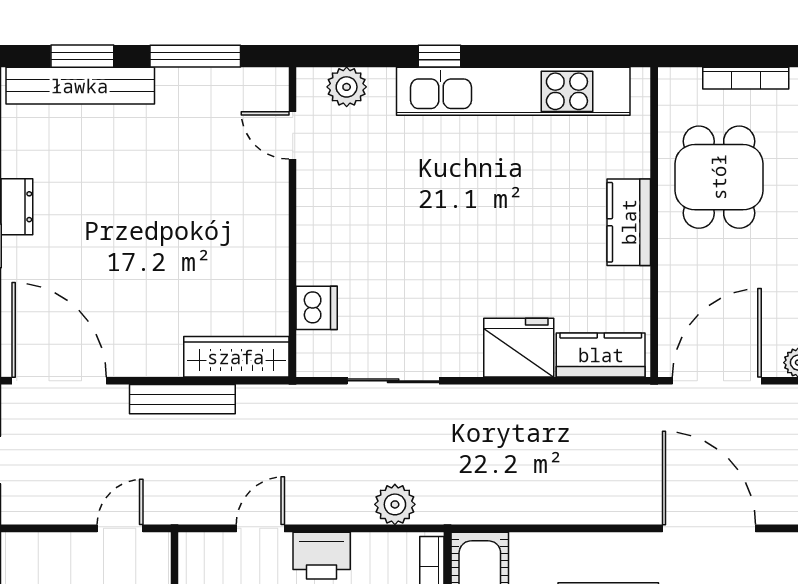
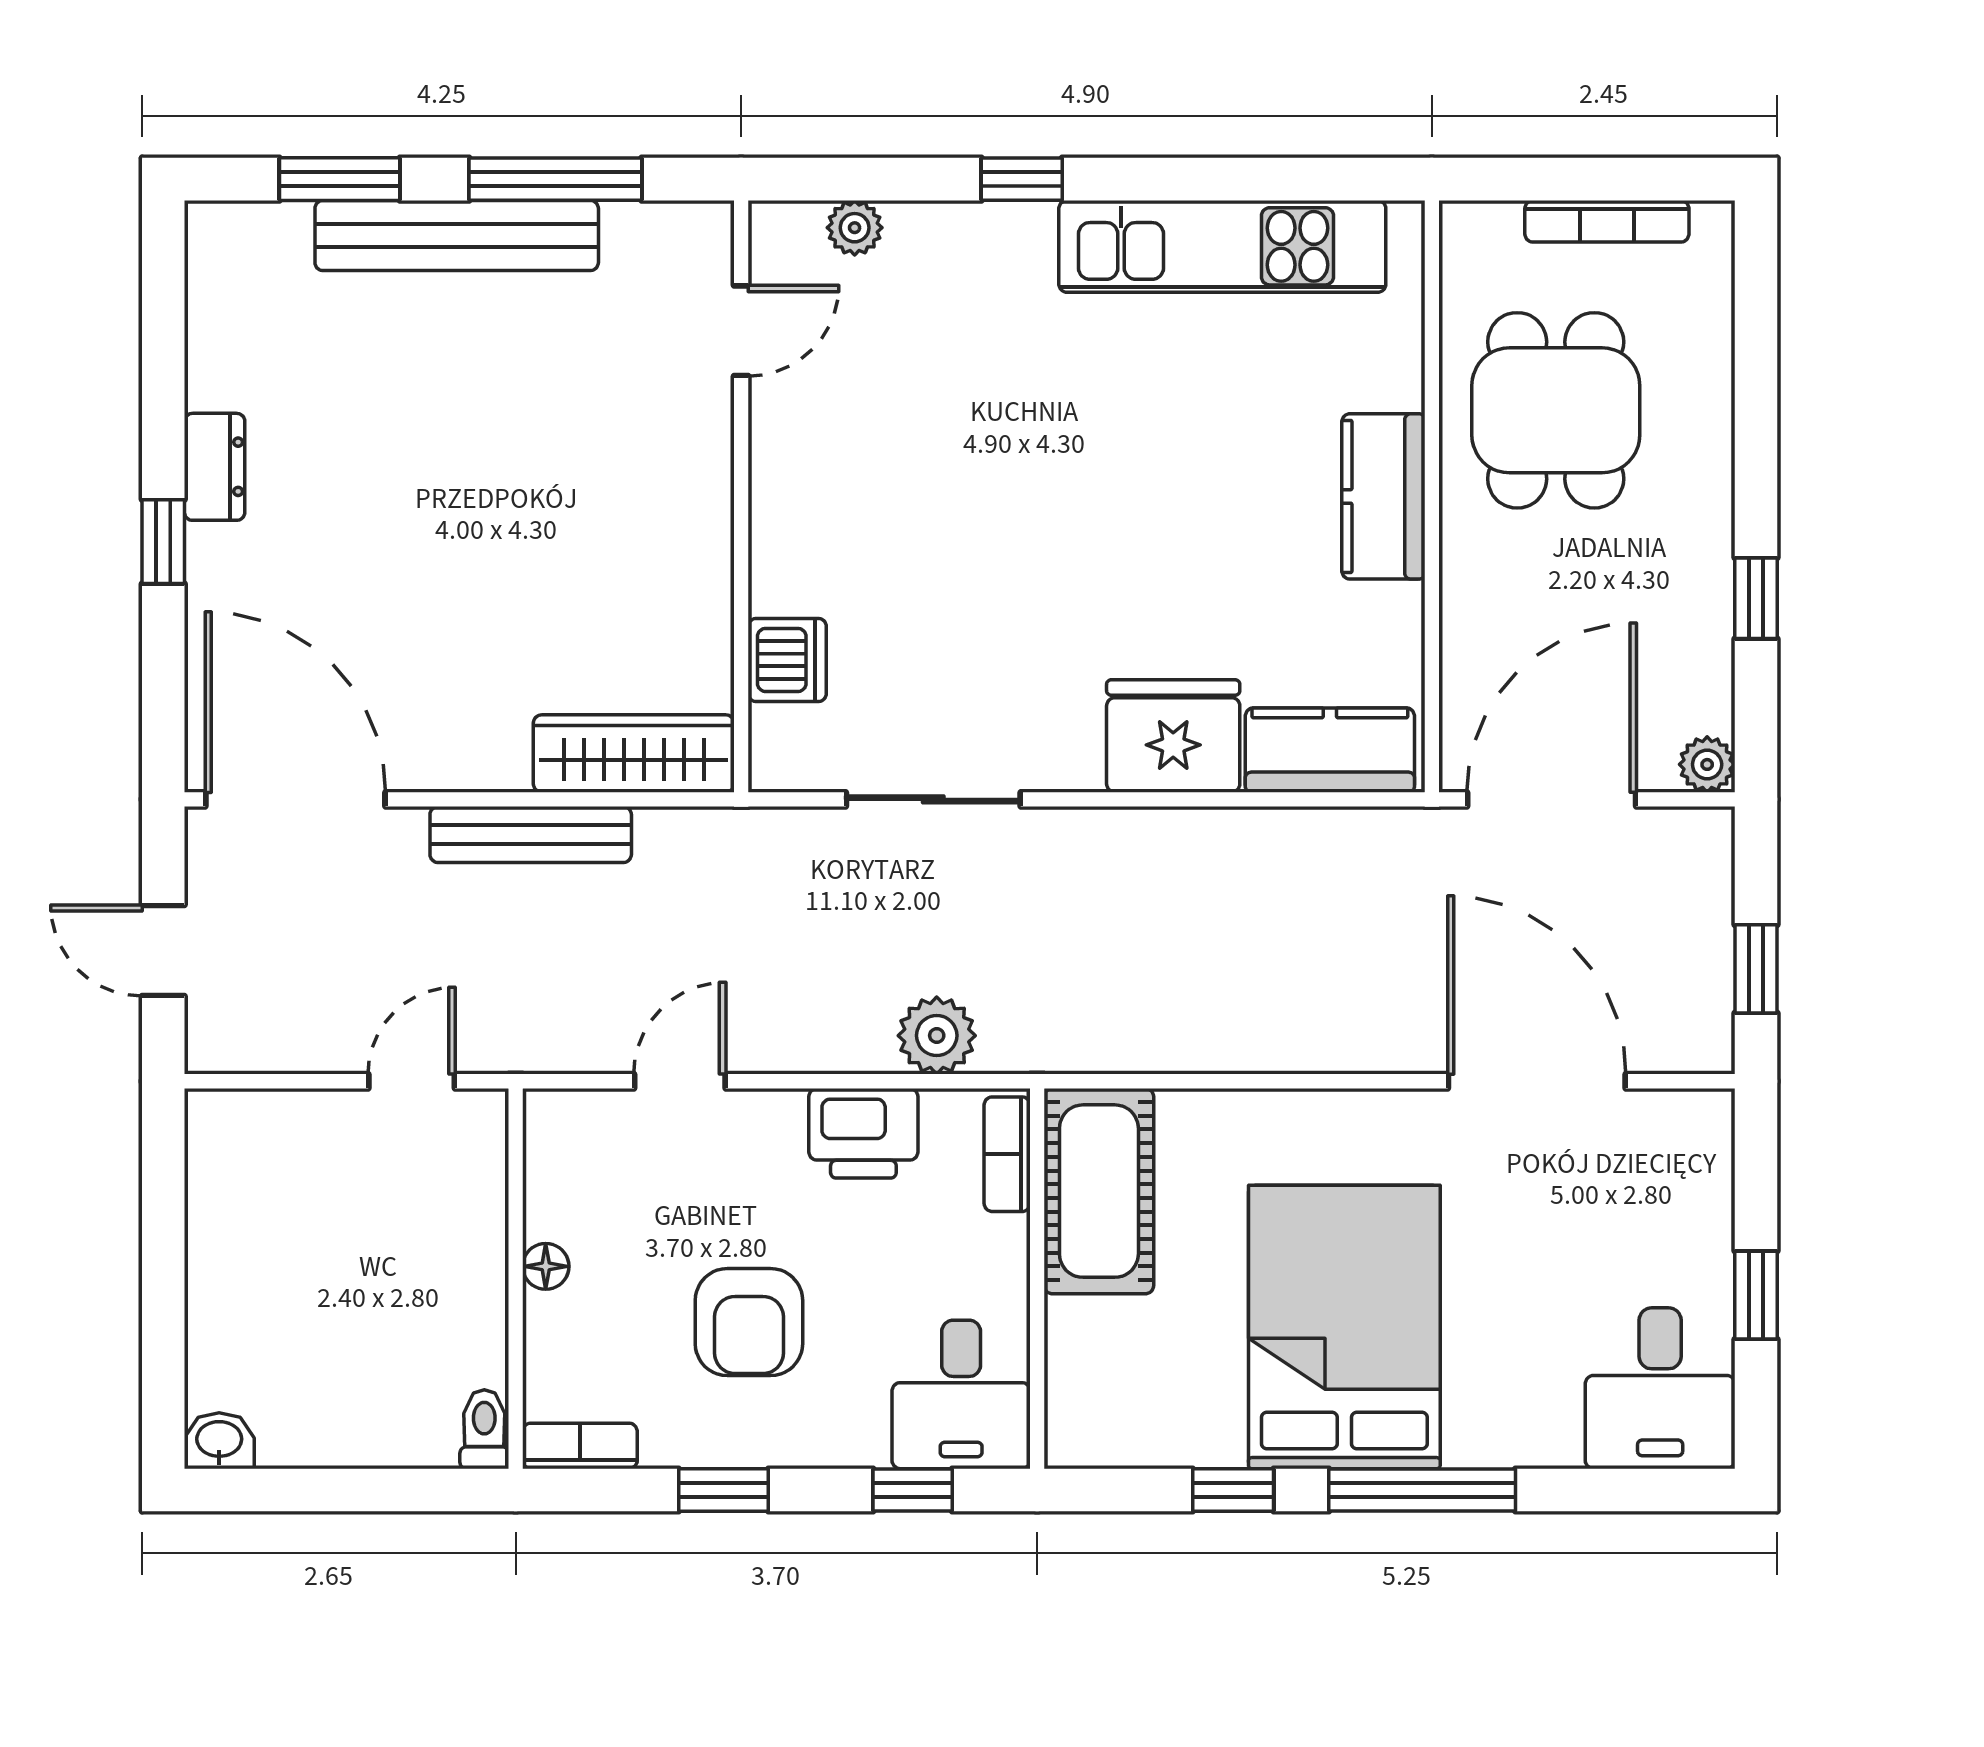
bench: (80, 86) -> (457, 236), moved
plant: (347, 87) -> (855, 228), width x0.73, depth x0.73
kitchen unit: (513, 91) -> (1222, 246), width x0.73
door: (293, 135) -> (741, 331), swing flipped
printer: (322, 556) -> (863, 1133), moved

